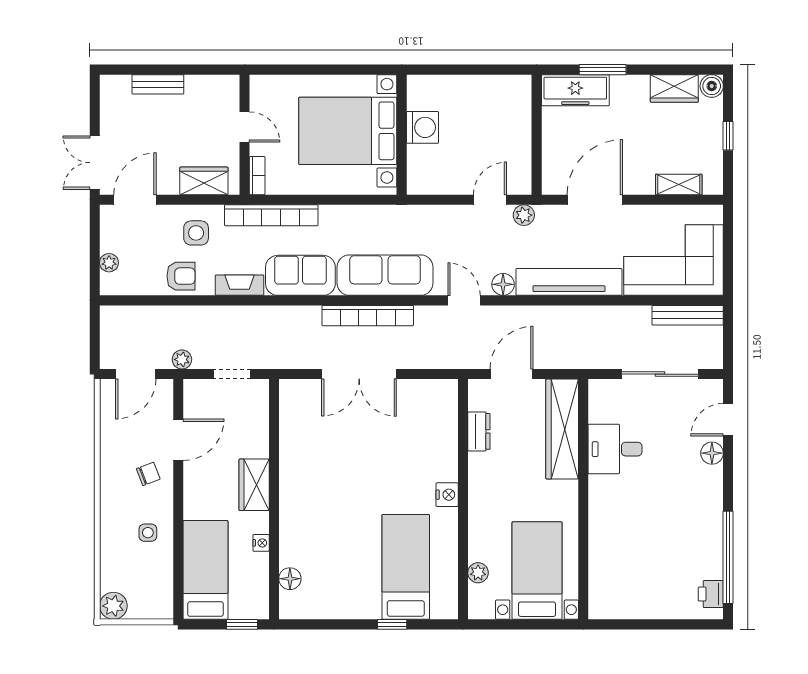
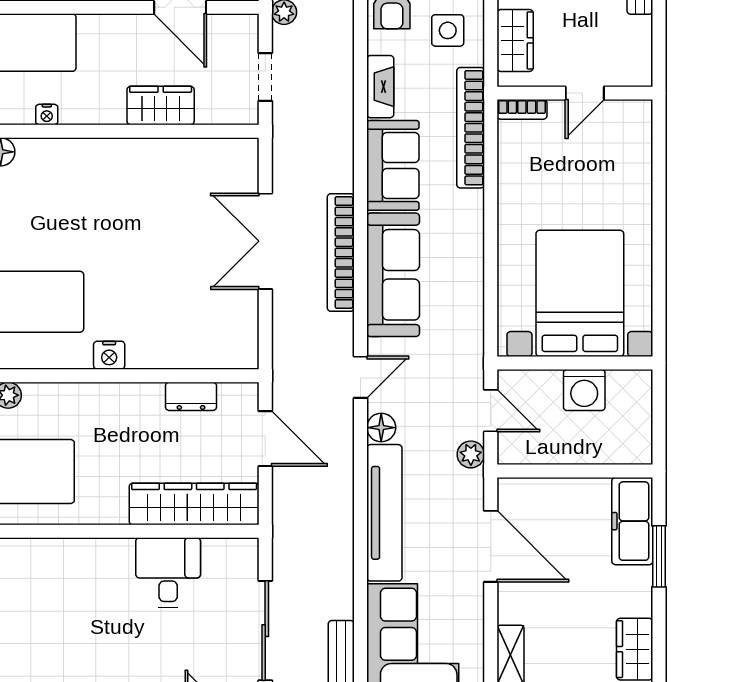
washing machine: (423, 127) -> (584, 390), moved
bed with nightstands: (348, 131) -> (580, 293), moved
wall: (402, 135) -> (575, 363), moved
wardrobe: (254, 485) -> (161, 105), moved

